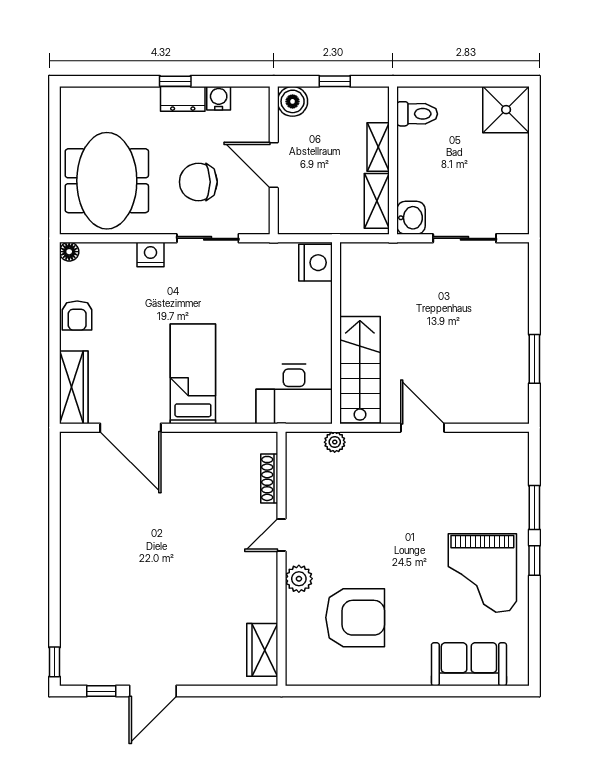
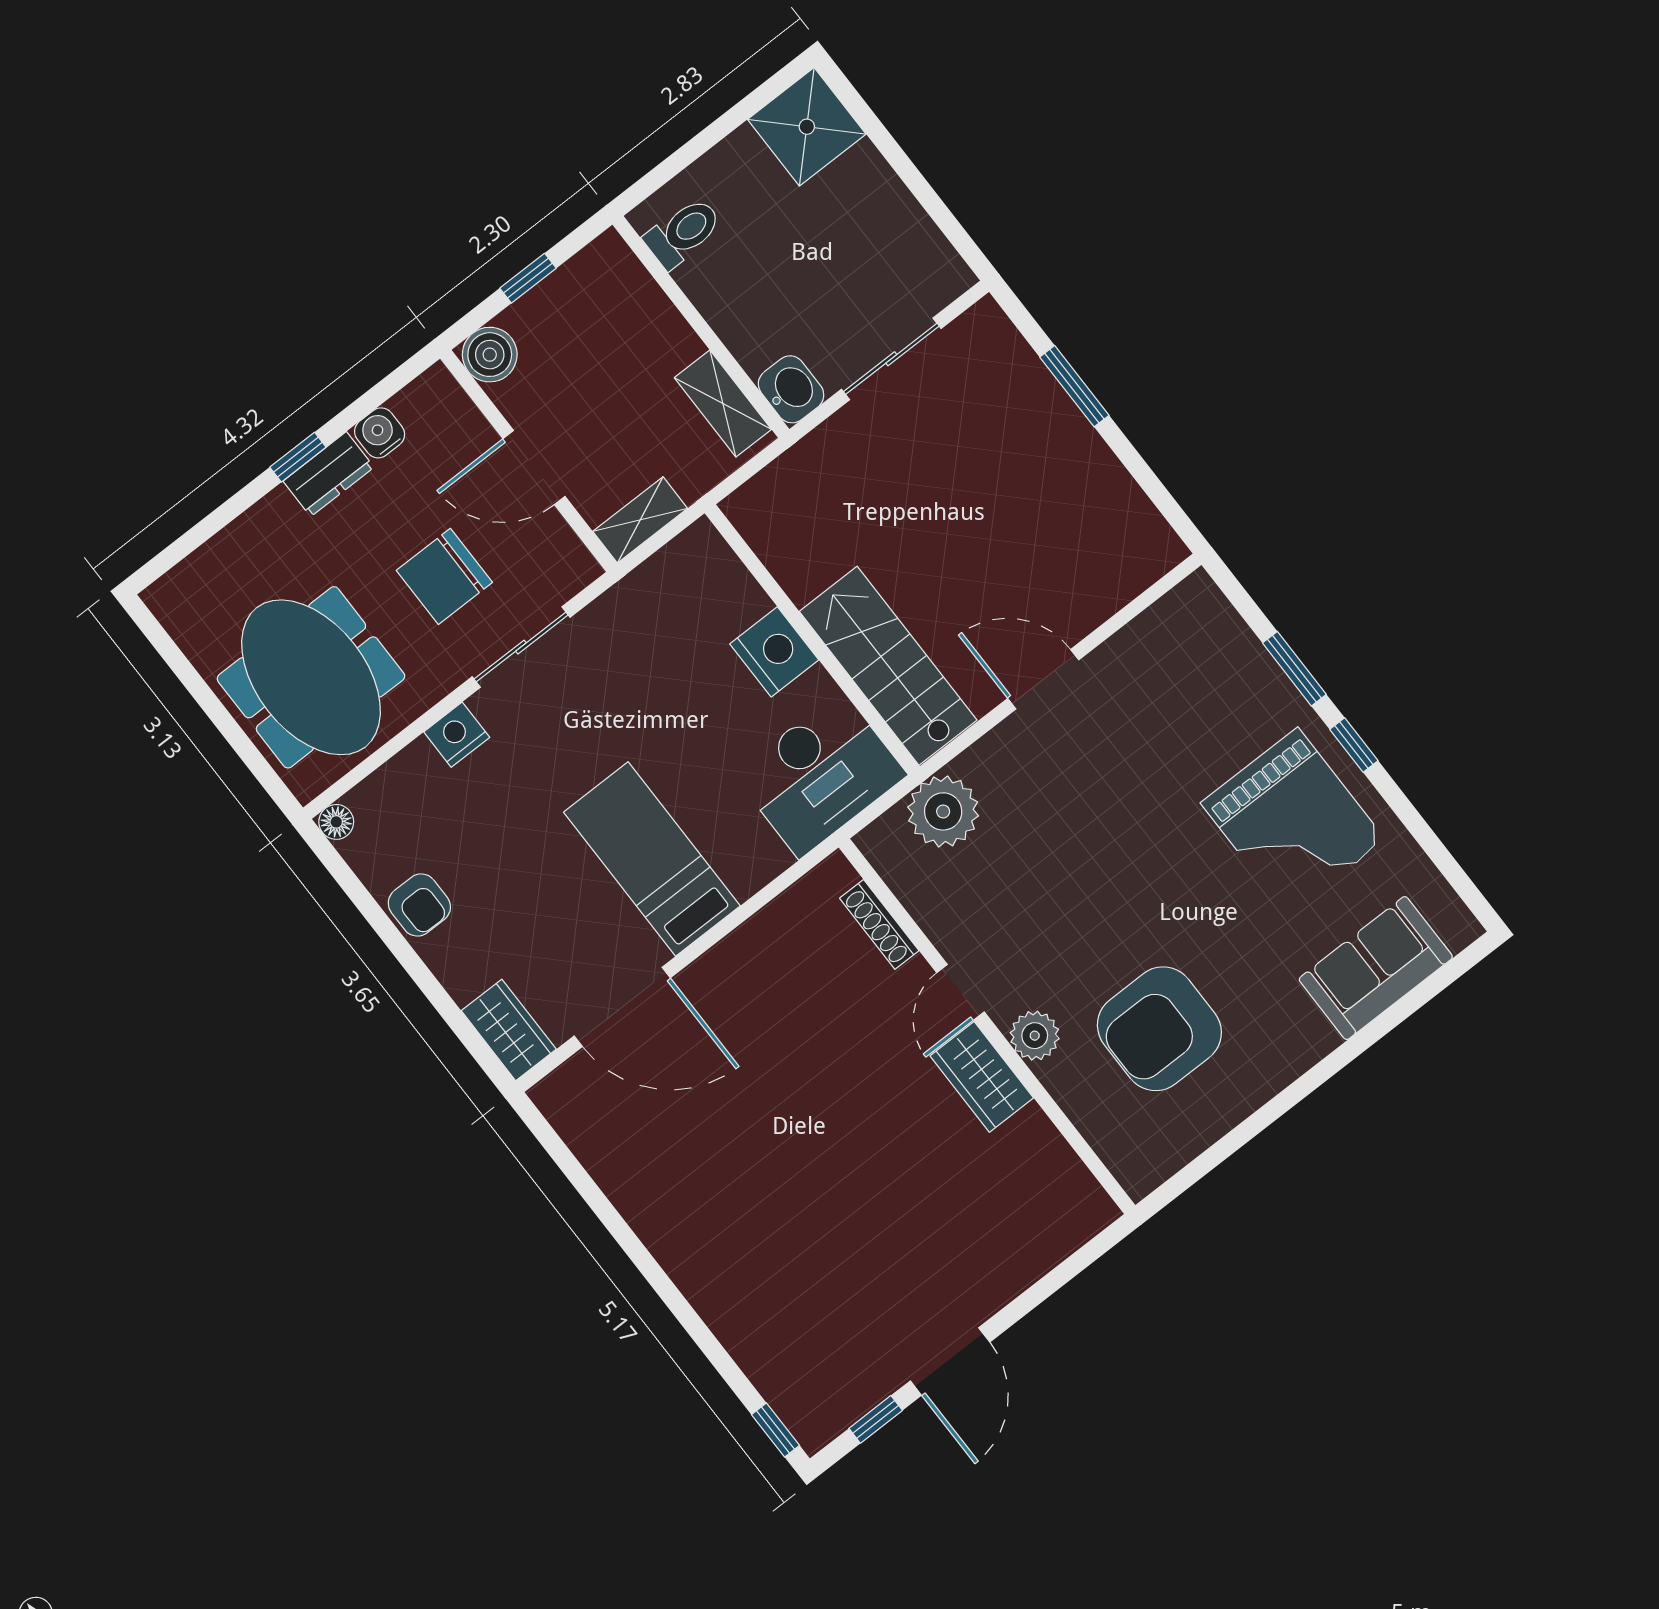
shelving: (378, 147) -> (640, 520), moved, turned 90
nightstand: (315, 263) -> (774, 652), moved
window: (534, 359) -> (1074, 386), moved
wardrobe: (74, 387) -> (509, 1030), width x0.67
plant: (335, 442) -> (943, 811), width x1.87, depth x1.87
armchair: (355, 618) -> (1159, 1029), turned 180
wardrobe: (262, 650) -> (982, 1077), moved

